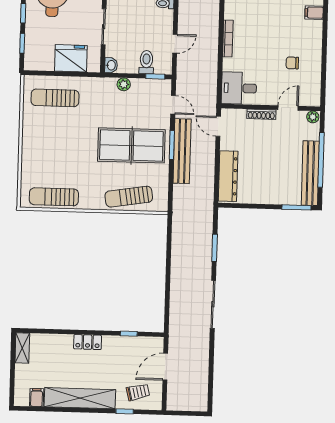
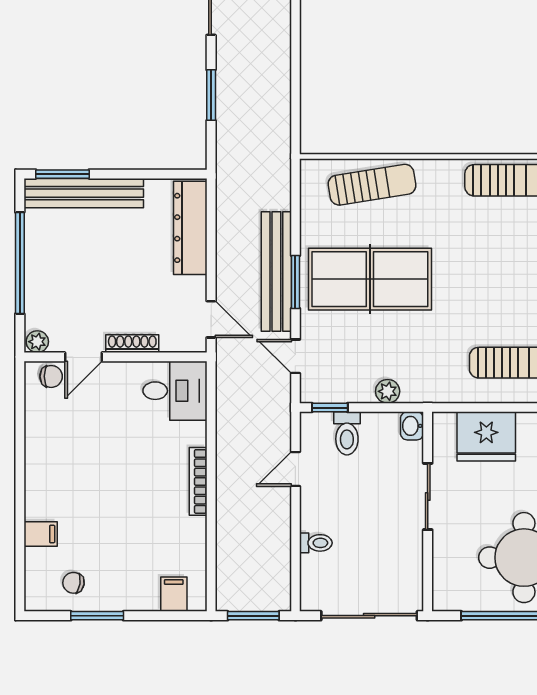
chair: (292, 63) -> (51, 376), moved
bench: (310, 173) -> (84, 193), moved, turned 90

